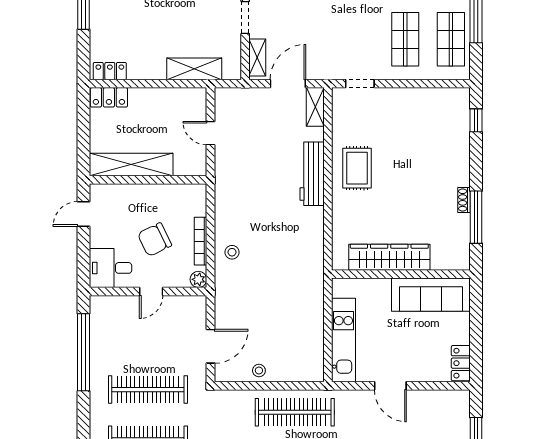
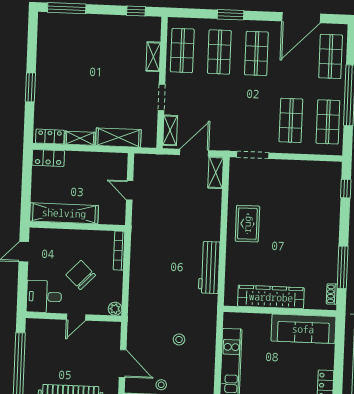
shelving: (147, 72) -> (80, 138), added
doorway: (360, 84) -> (253, 155), width x1.38
workbench: (312, 174) -> (209, 267), moved
shoe rack: (464, 200) -> (332, 294), moved
chair: (155, 240) -> (81, 275), turned 70
bookcase: (200, 241) -> (119, 251), moved
stool: (232, 252) -> (179, 339), moved
door: (210, 346) -> (123, 363), hinge flipped

